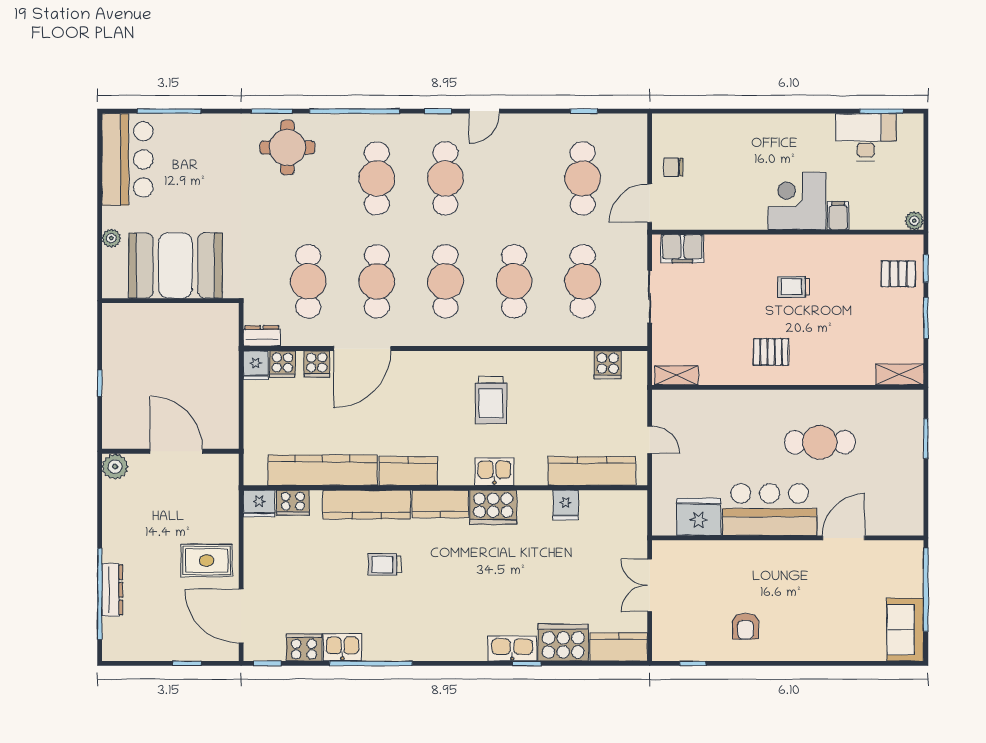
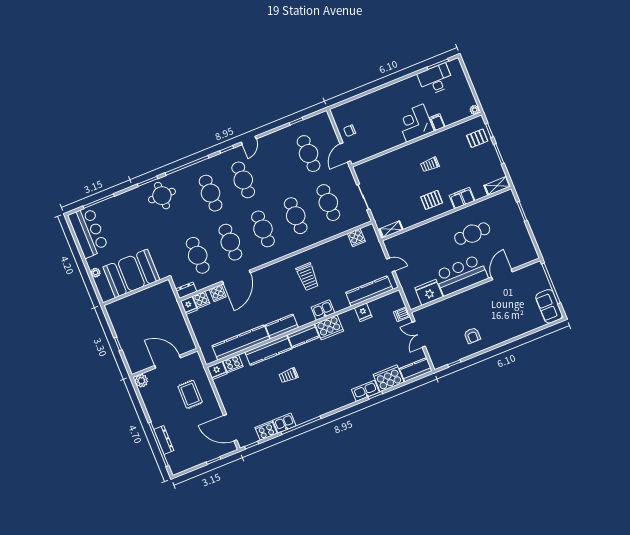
filing cabinet: (682, 249) -> (462, 198), moved, turned 180
dishwasher: (634, 537) -> (402, 314), added
rug: (207, 561) -> (190, 394), moved, turned 90

